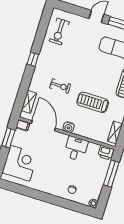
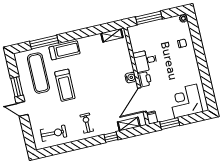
window: (33, 59) -> (111, 137), moved
exercise bike: (60, 86) -> (87, 123), moved
treadmill: (93, 102) -> (65, 85), moved
printer: (106, 153) -> (144, 79), moved

